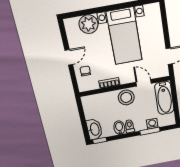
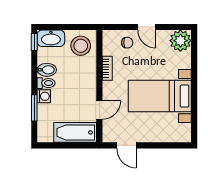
plant: (89, 24) -> (180, 41), moved
stool: (126, 97) -> (81, 46), moved
washing machine: (152, 124) -> (44, 96), moved

